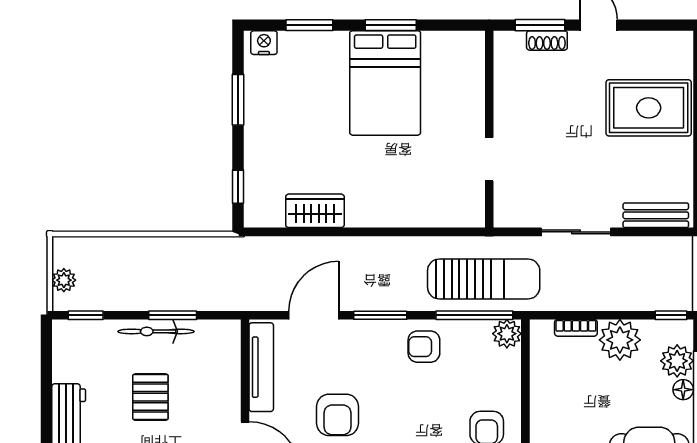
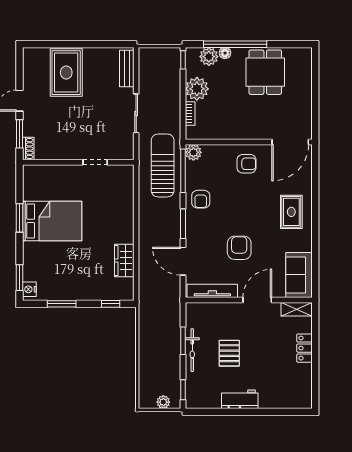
window: (309, 25) -> (20, 278), moved
shoe rack: (547, 40) -> (28, 149), moved
pallet: (150, 397) -> (229, 353), turned 90
armchair: (338, 415) -> (239, 248), turned -90

